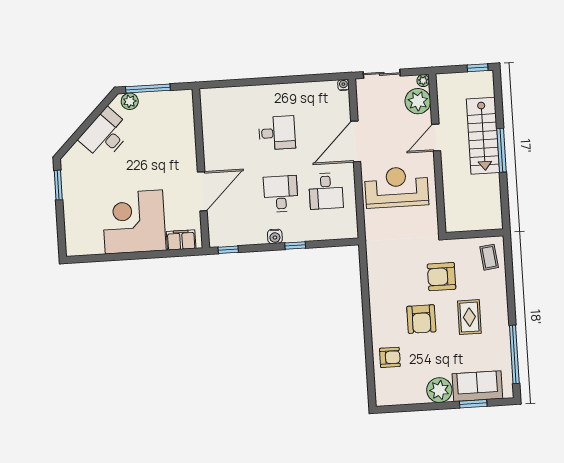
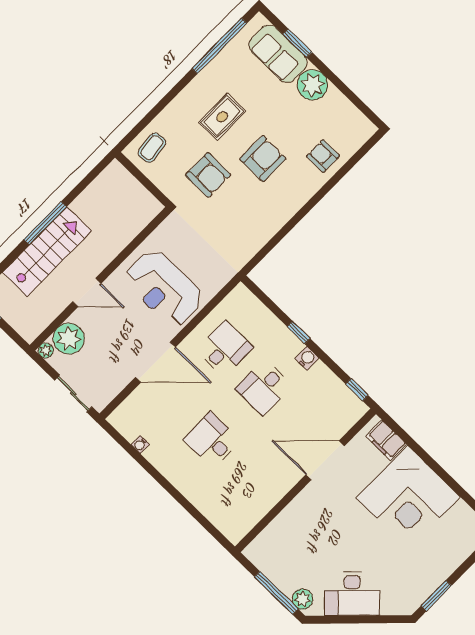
water cooler: (343, 85) -> (140, 445), moved

